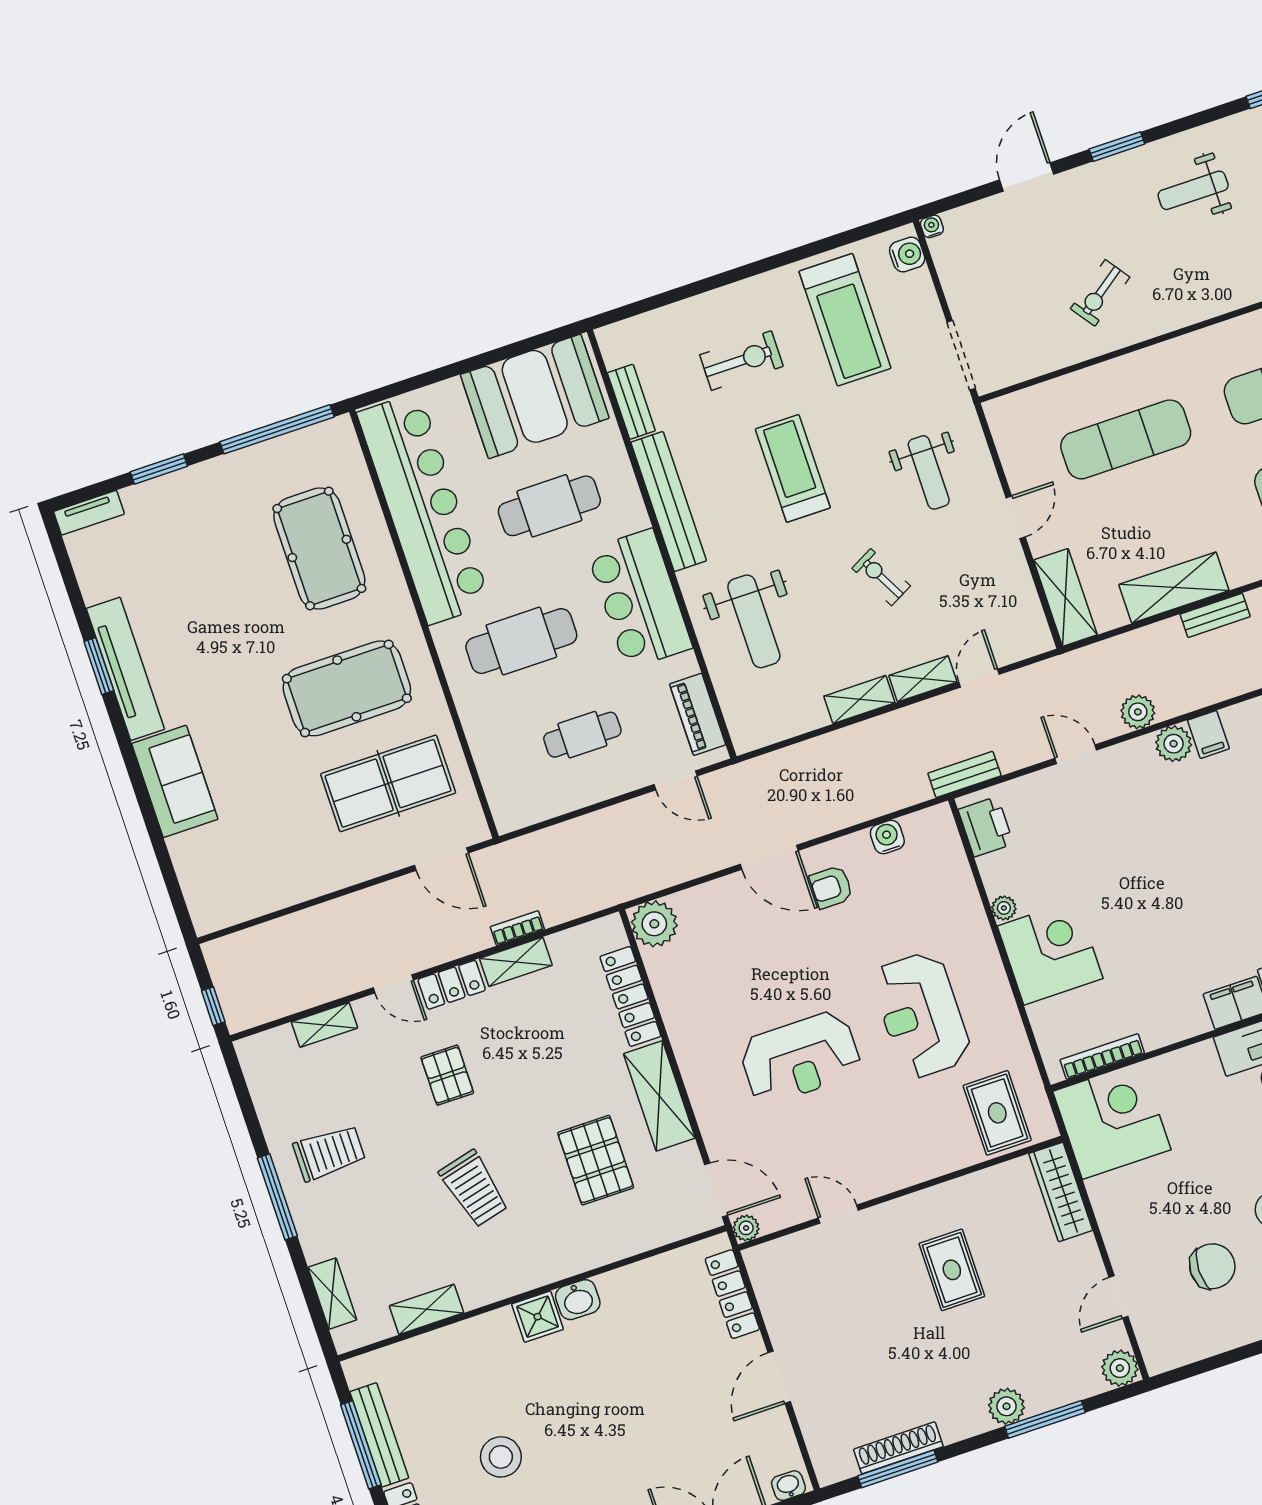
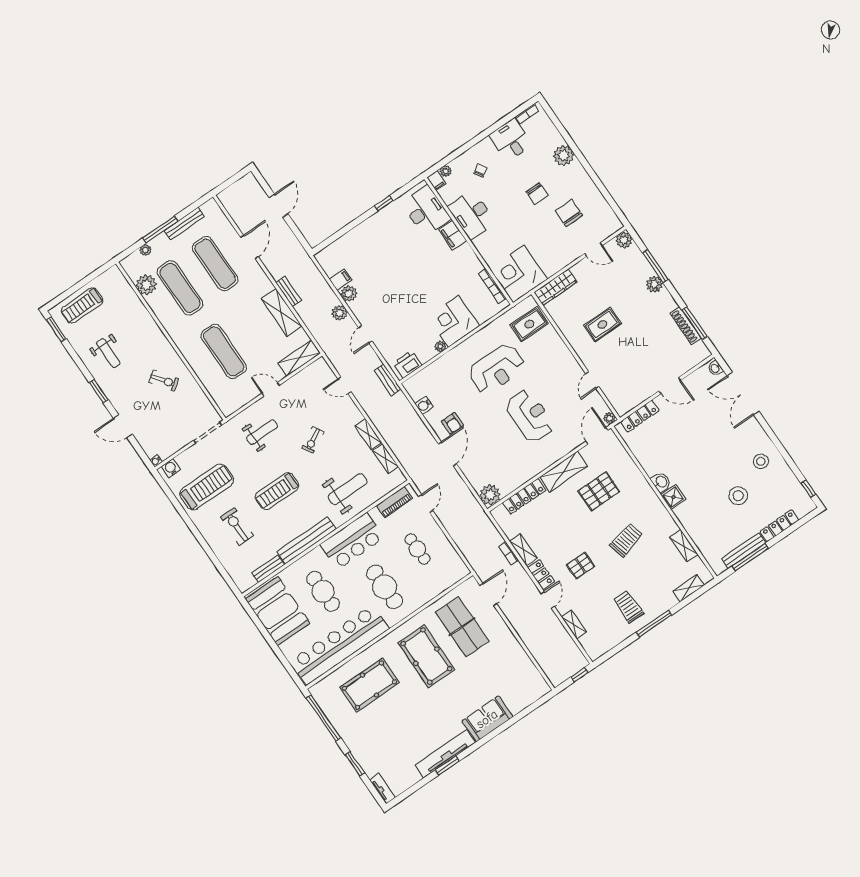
shelving: (923, 679) -> (385, 459), moved

